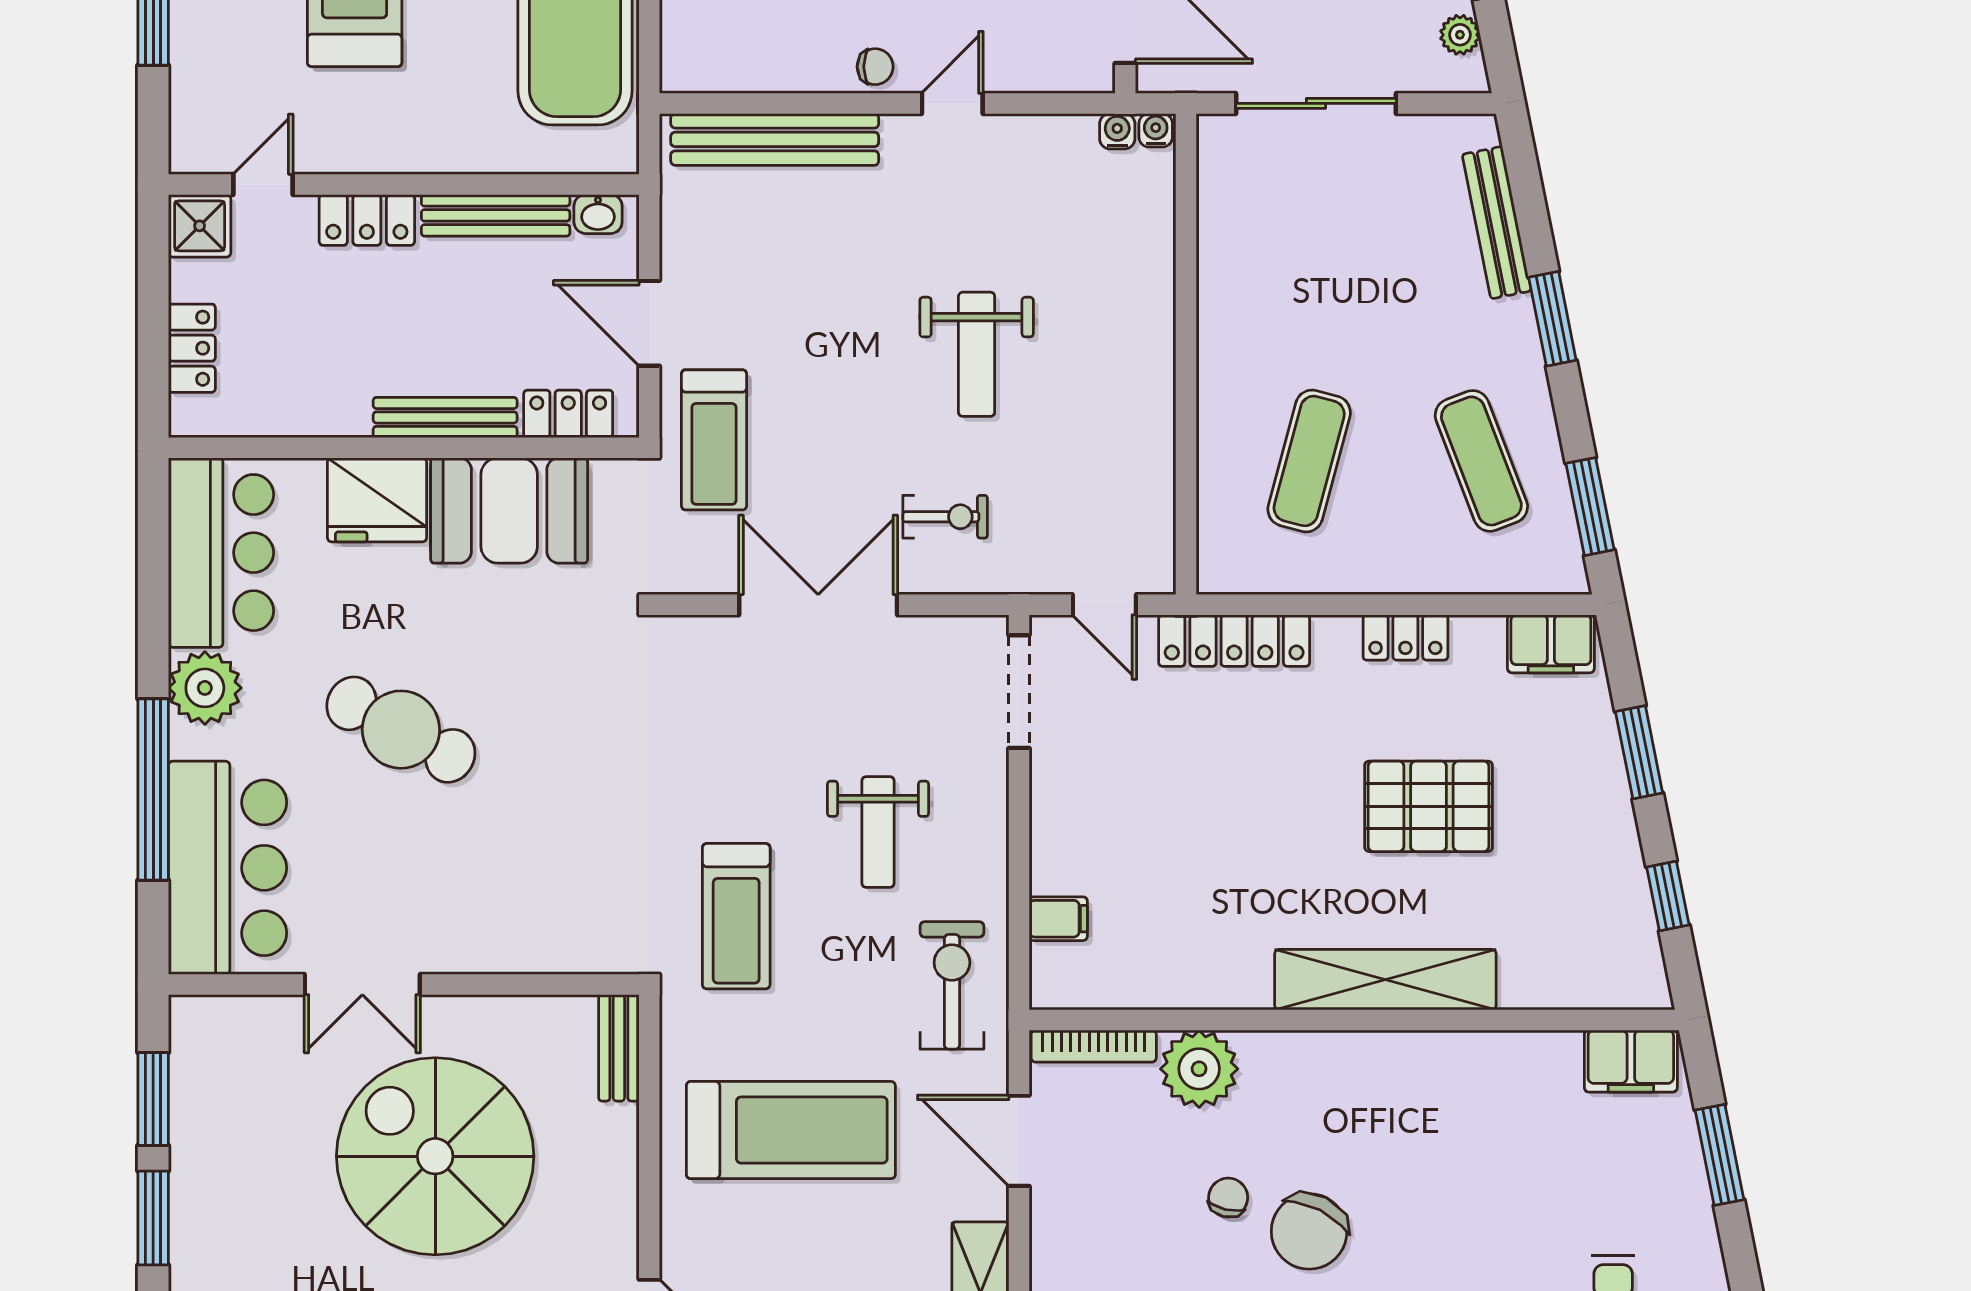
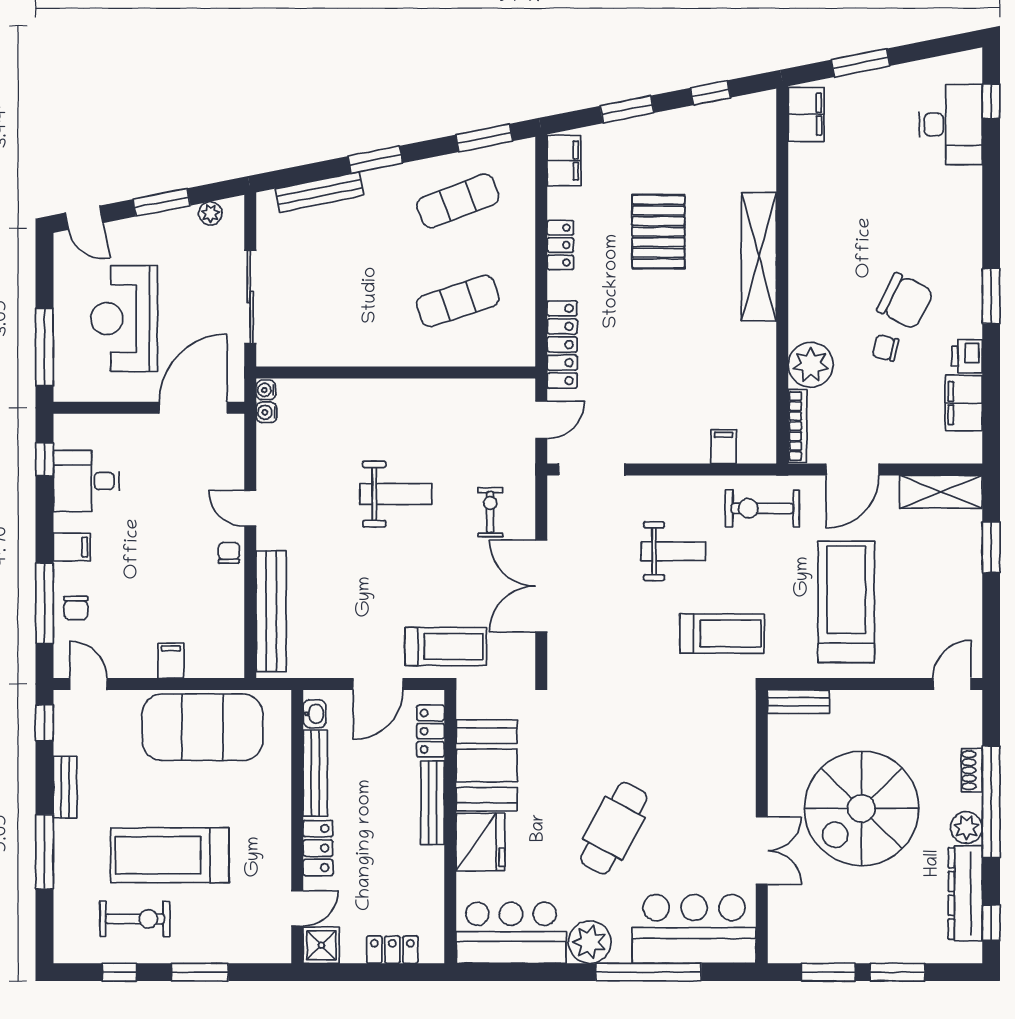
door: (263, 184) -> (297, 908), swing flipped
exercise mat: (1309, 461) -> (458, 301), turned -33

